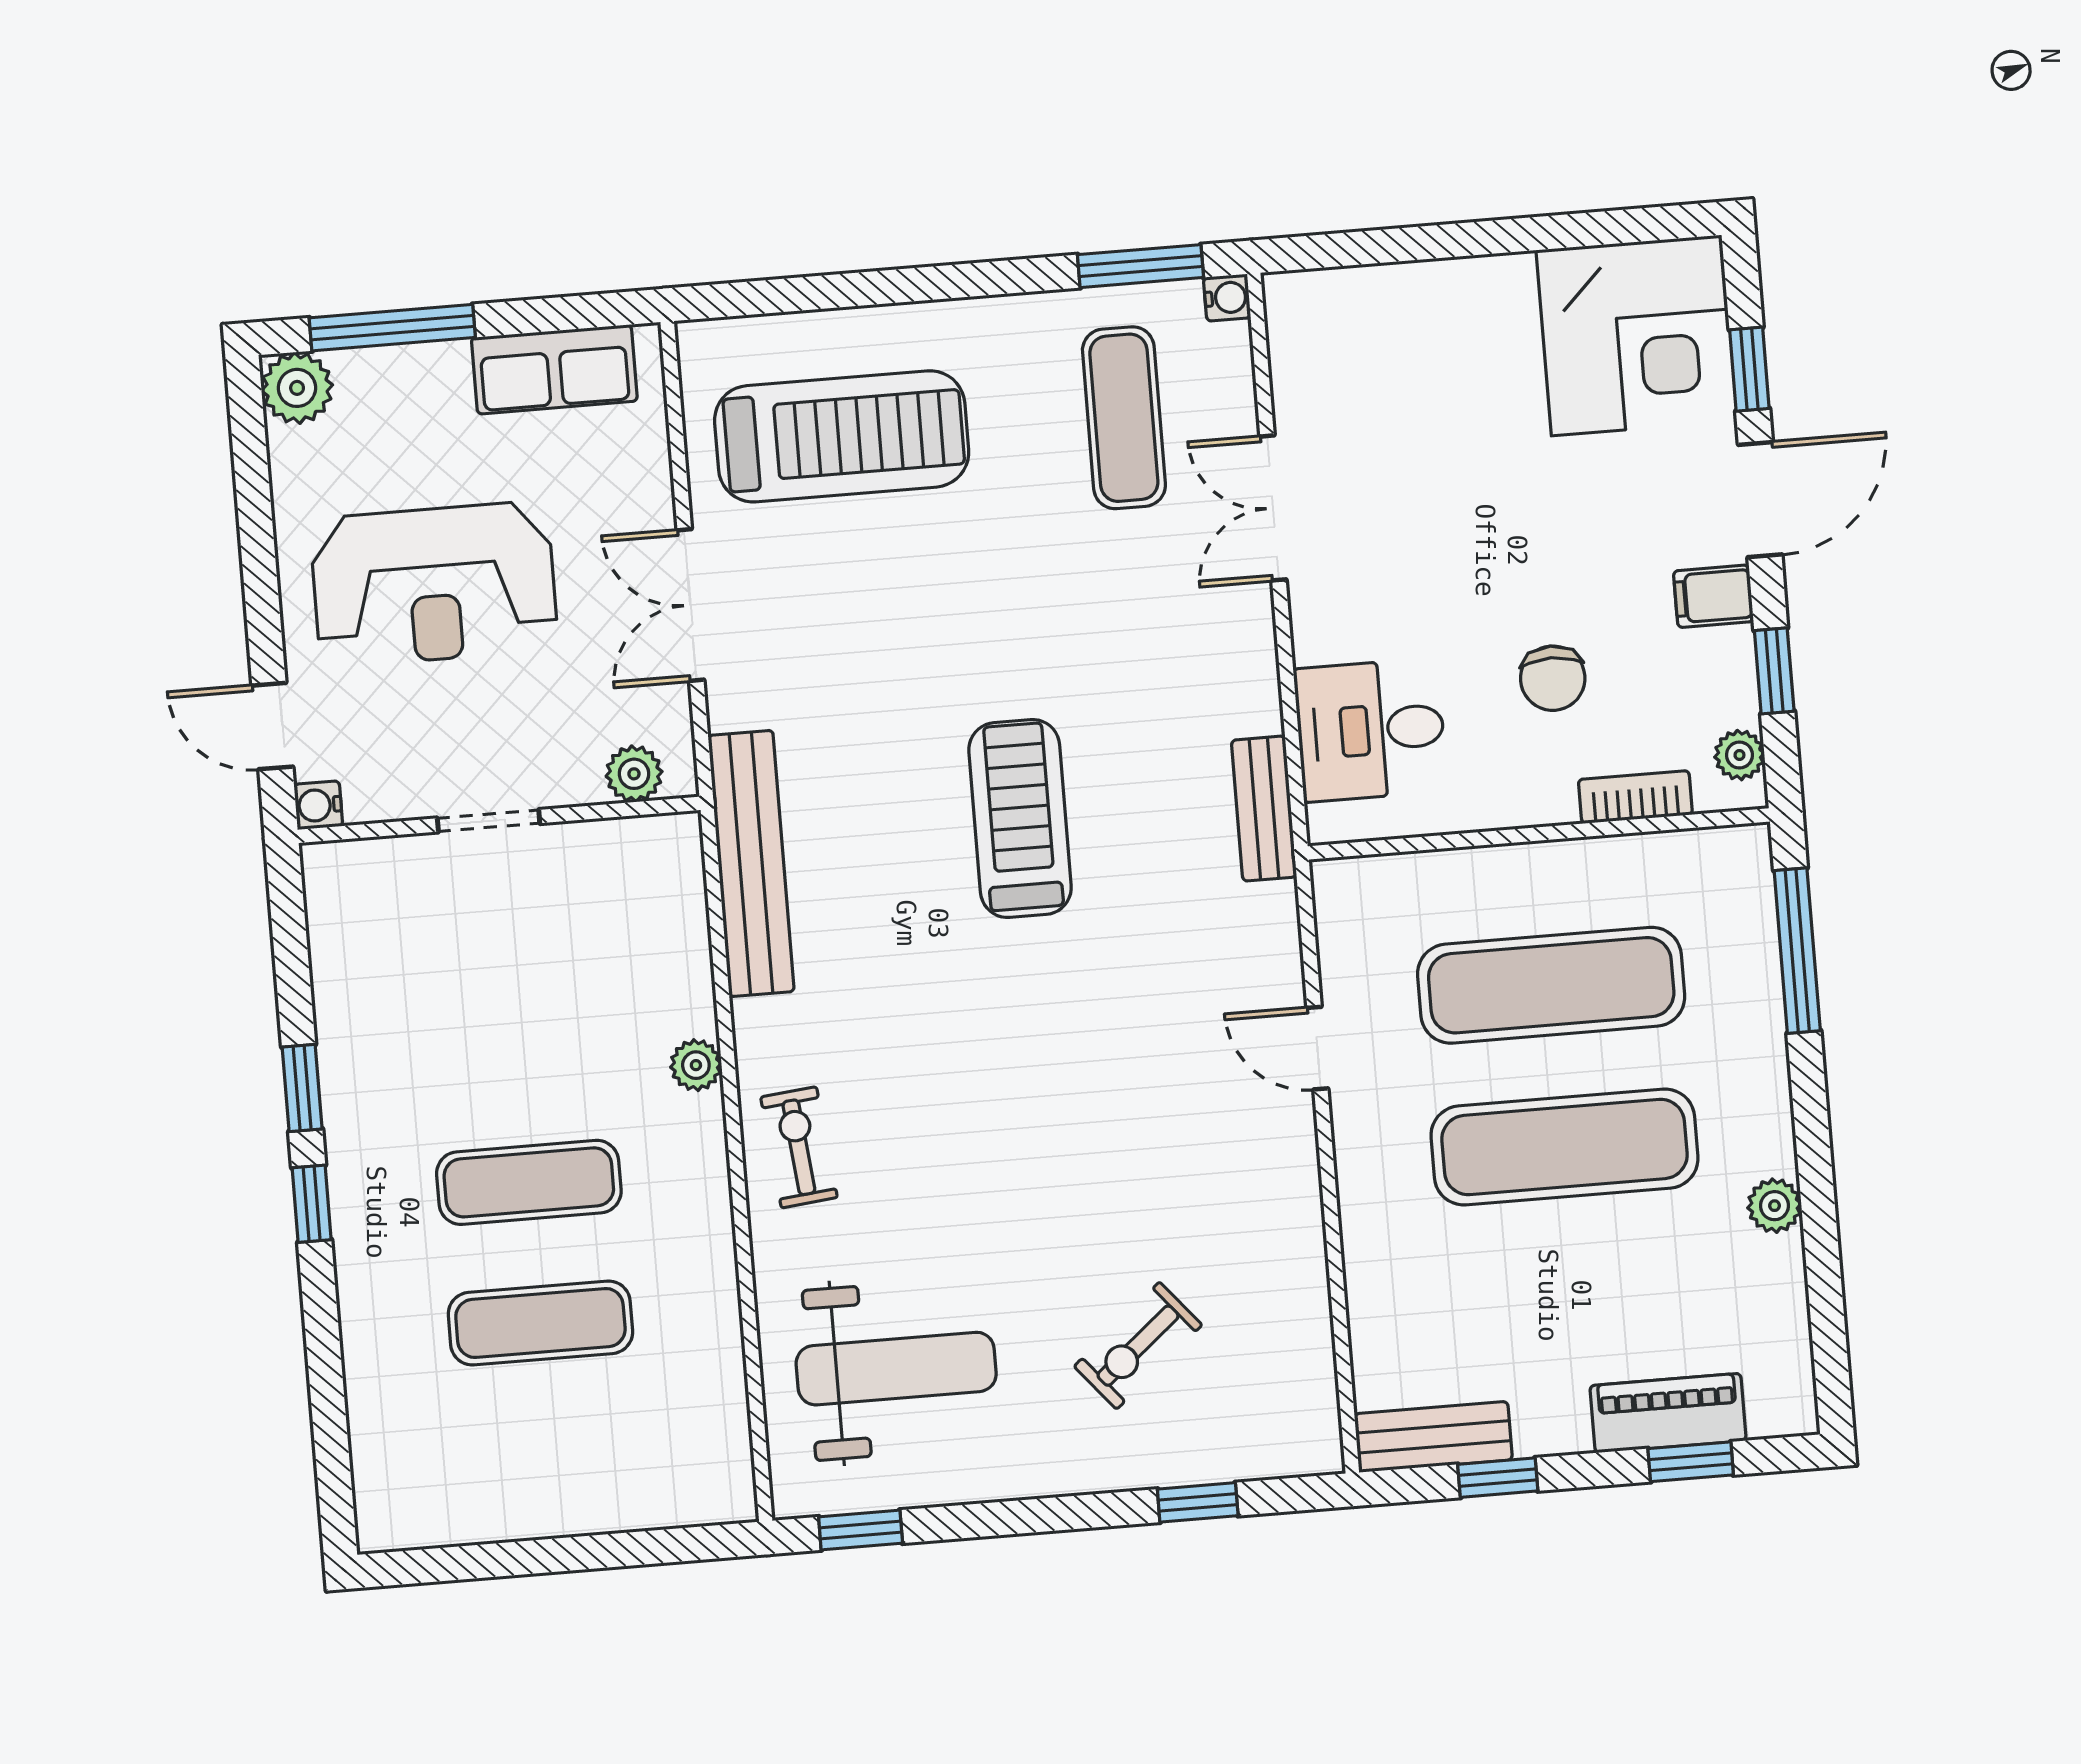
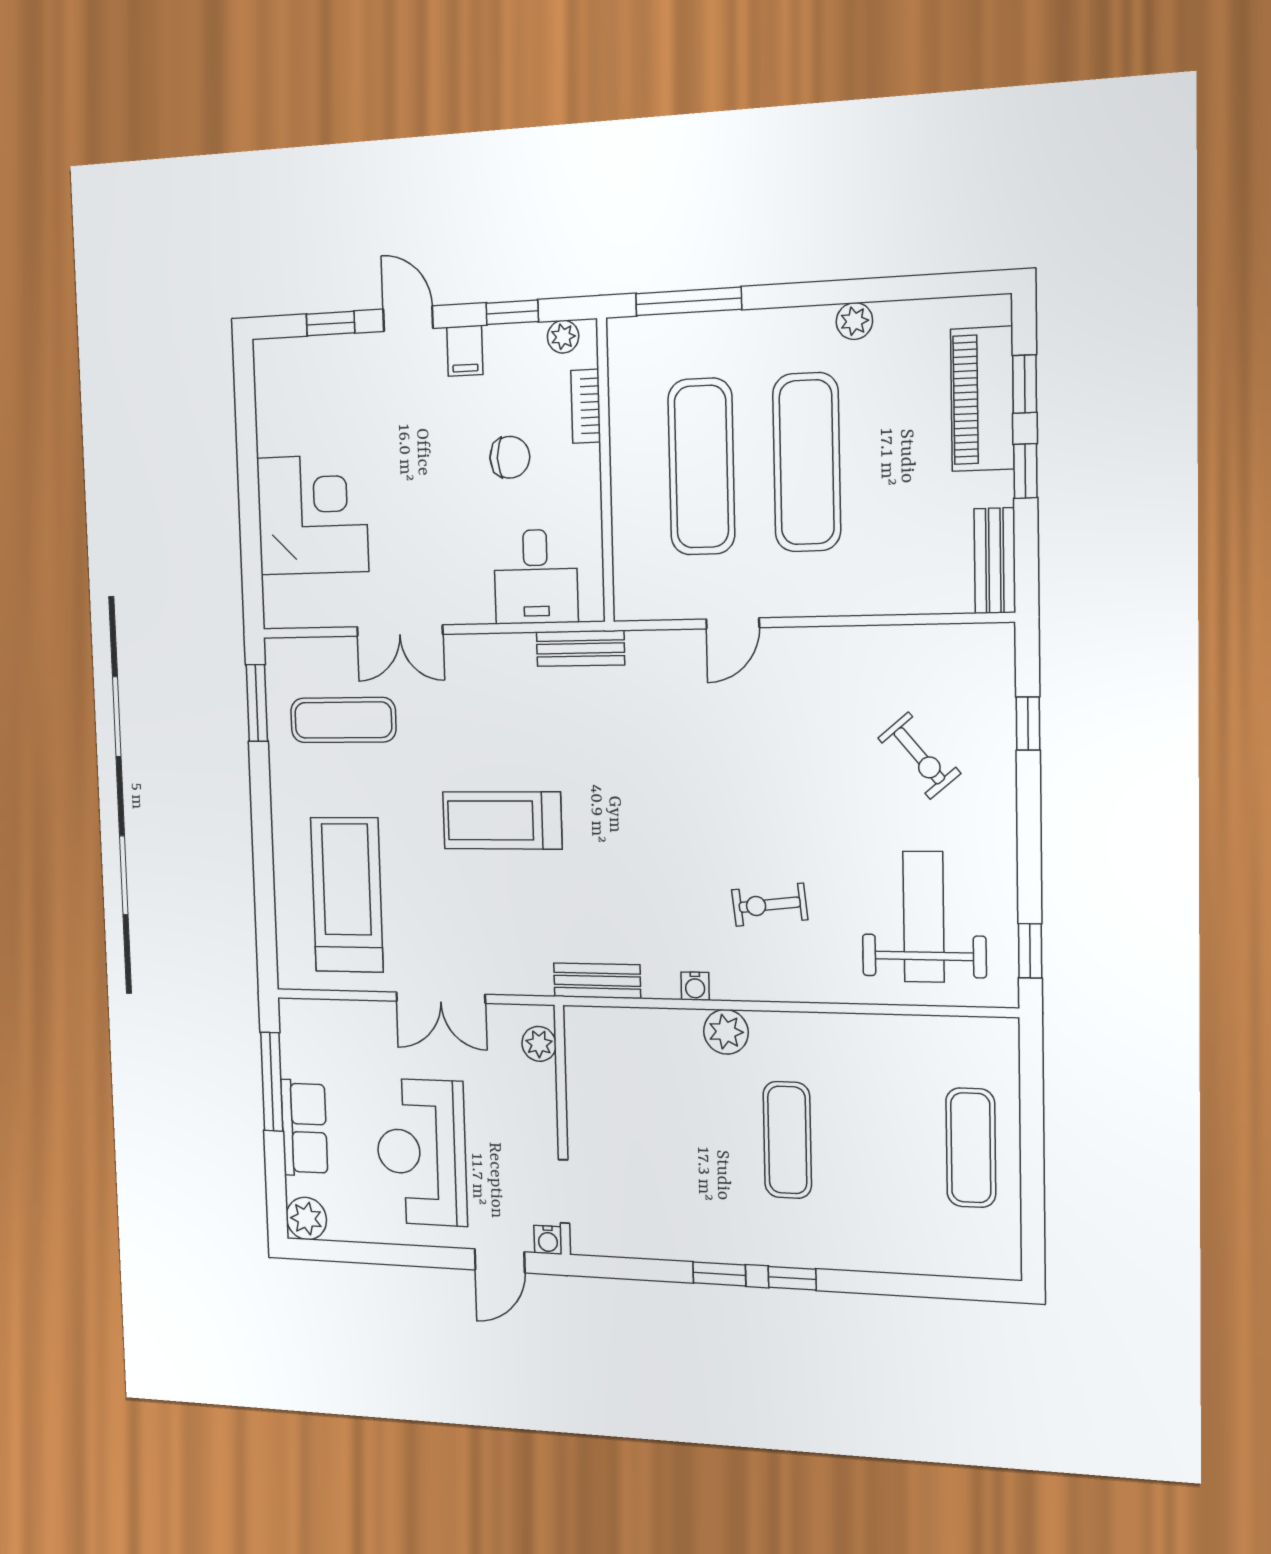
water cooler: (1227, 298) -> (695, 986), moved, turned 180
window: (392, 328) -> (272, 1082), moved
corner desk: (1637, 335) -> (313, 515), moved
row of seats: (554, 369) -> (304, 1128), moved
door: (1760, 500) -> (408, 319), width x0.73
reception desk: (434, 584) -> (421, 1152), turned 180
treadmill: (1020, 819) -> (502, 820), moved
doorway: (489, 821) -> (564, 1191), moved
bench: (751, 863) -> (597, 981), width x0.54, depth x0.82
plant: (696, 1065) -> (726, 1032), width x1.38, depth x1.38
exercise bike: (799, 1147) -> (770, 905), moved
exercise mat: (540, 1323) -> (971, 1148), moved
piano: (1668, 1413) -> (982, 399), width x1.37, depth x1.33
window: (1498, 1478) -> (1025, 471), moved

